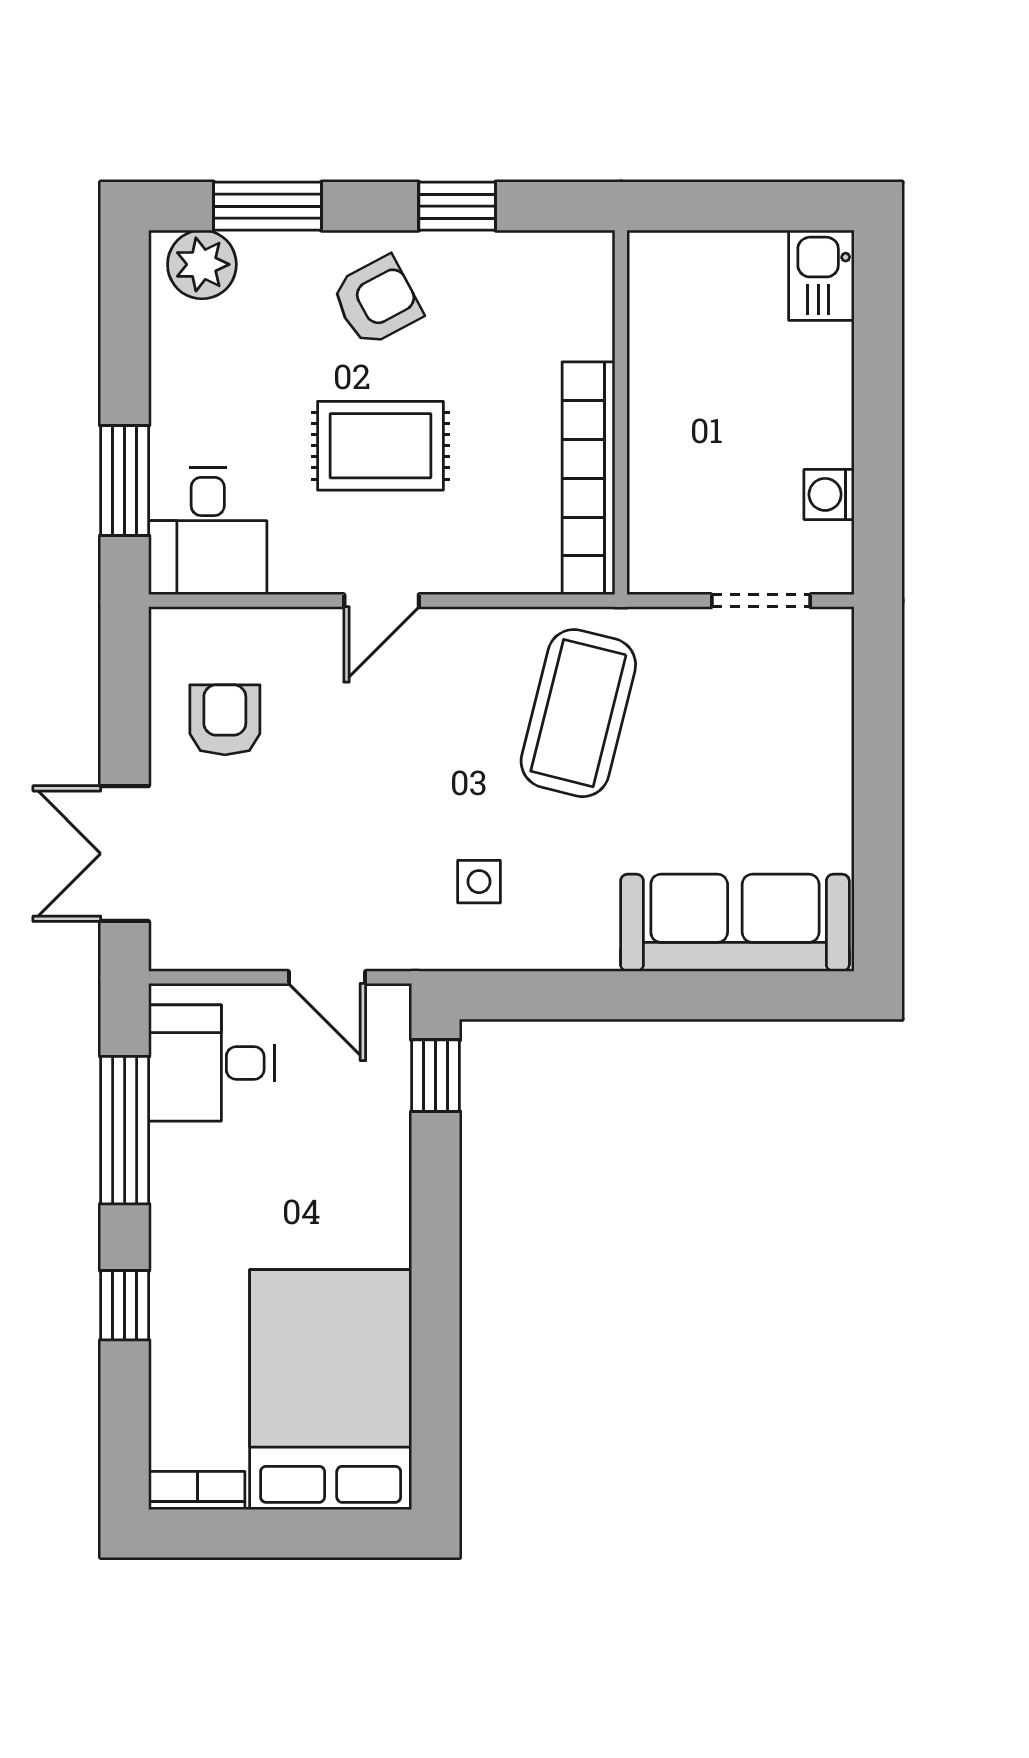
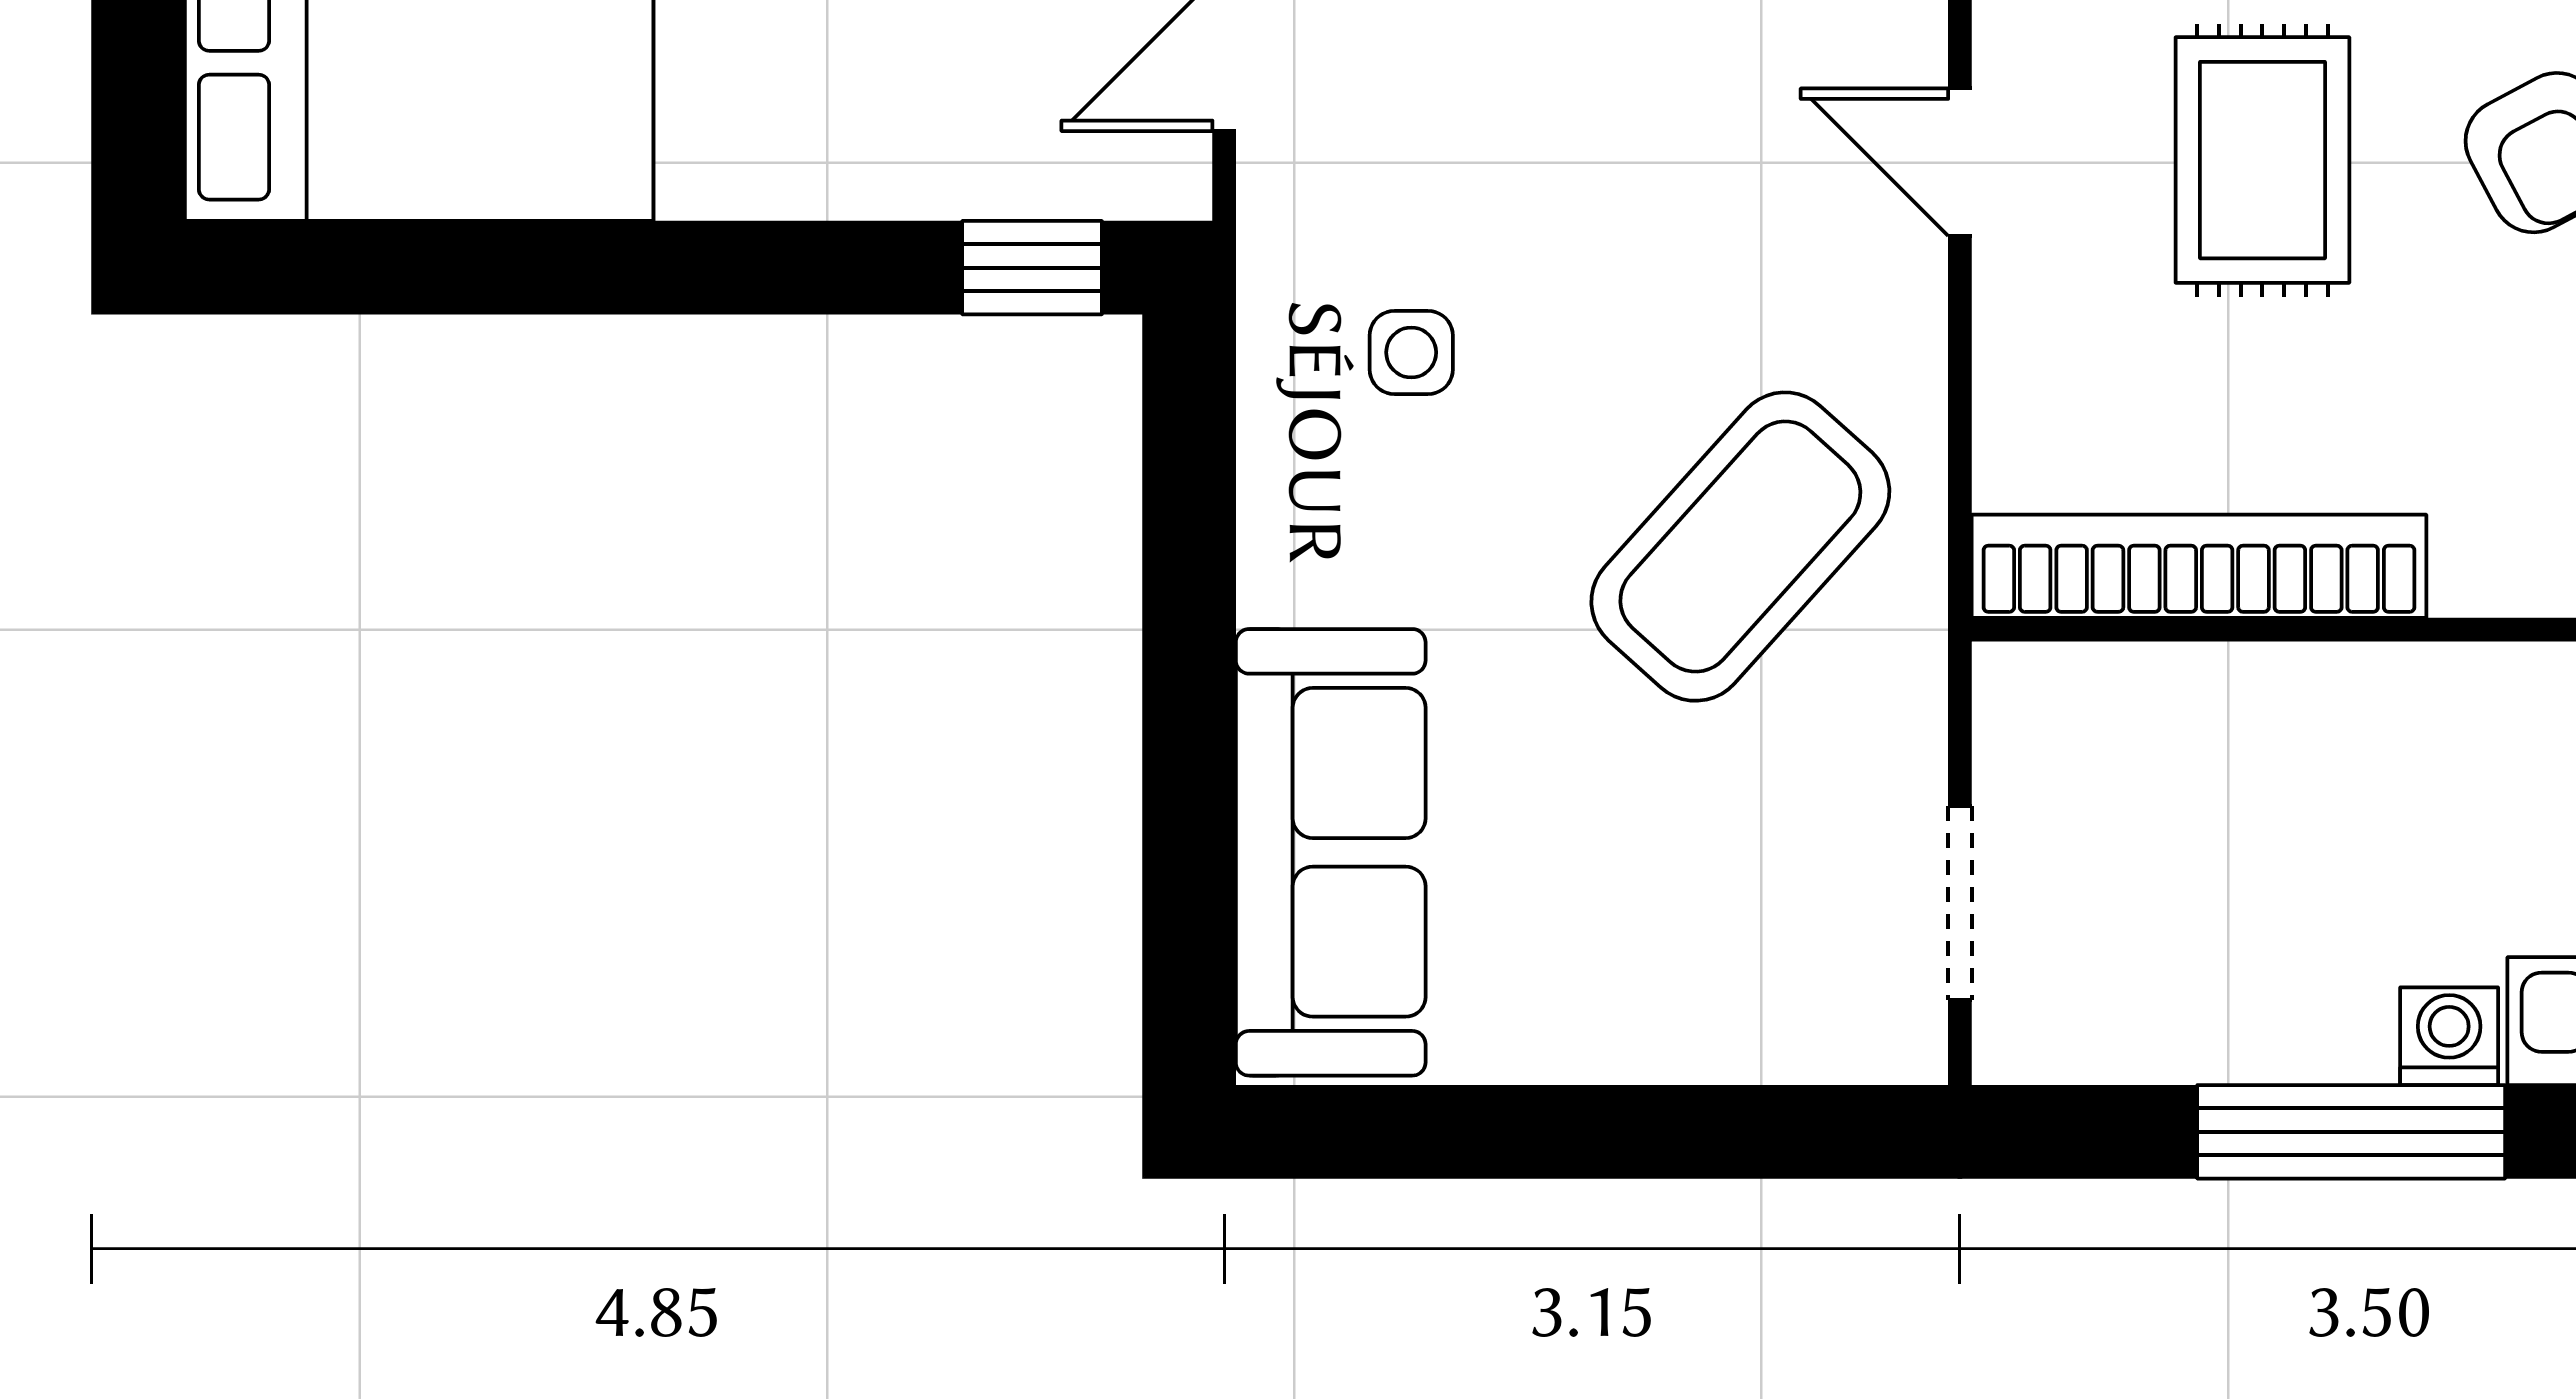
window: (878, 400) -> (2351, 1132), added
washing machine: (829, 494) -> (2449, 1036), moved
coffee table: (578, 713) -> (1740, 547), turned -62

